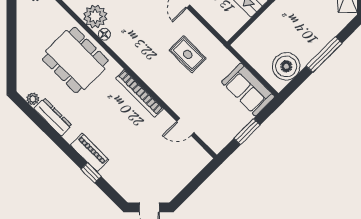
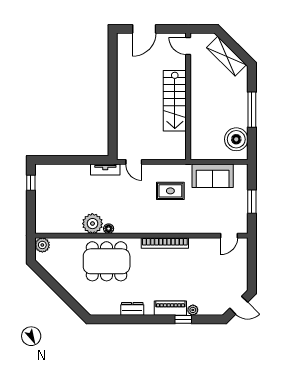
sofa: (248, 89) -> (213, 176), moved
plant: (33, 99) -> (193, 310), moved
dresser: (53, 117) -> (132, 309), width x0.70
door: (185, 127) -> (229, 236), moved

